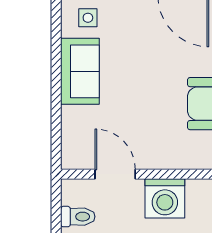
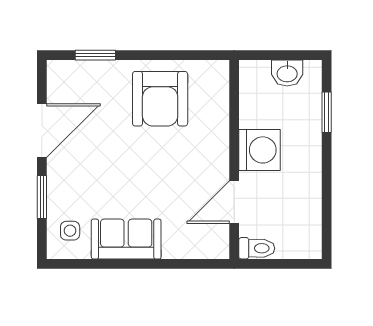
toilet: (78, 217) -> (257, 248), moved, turned 90

